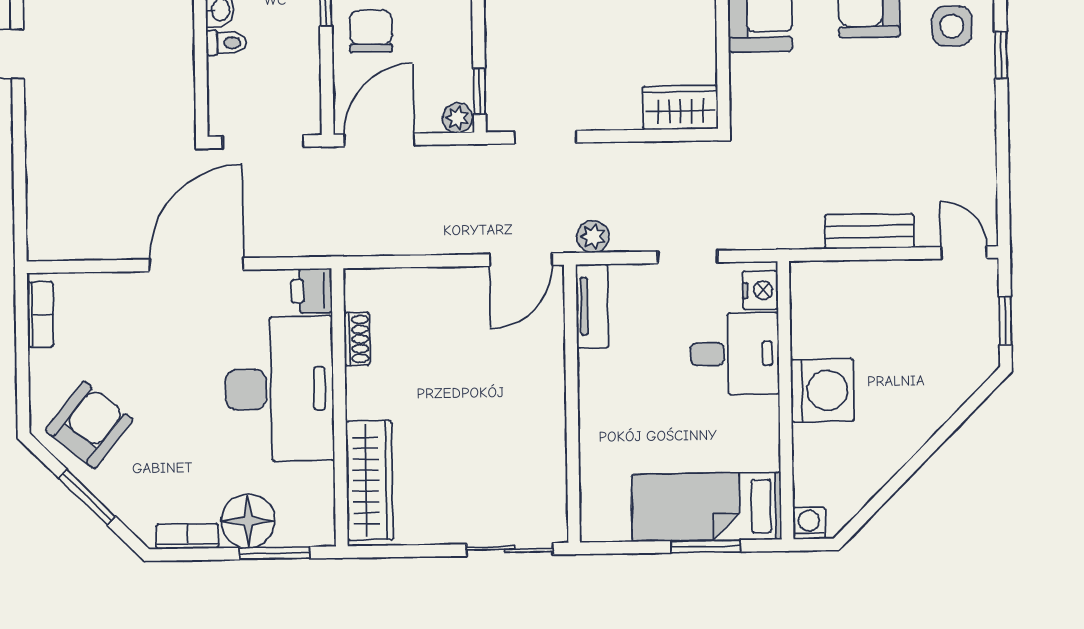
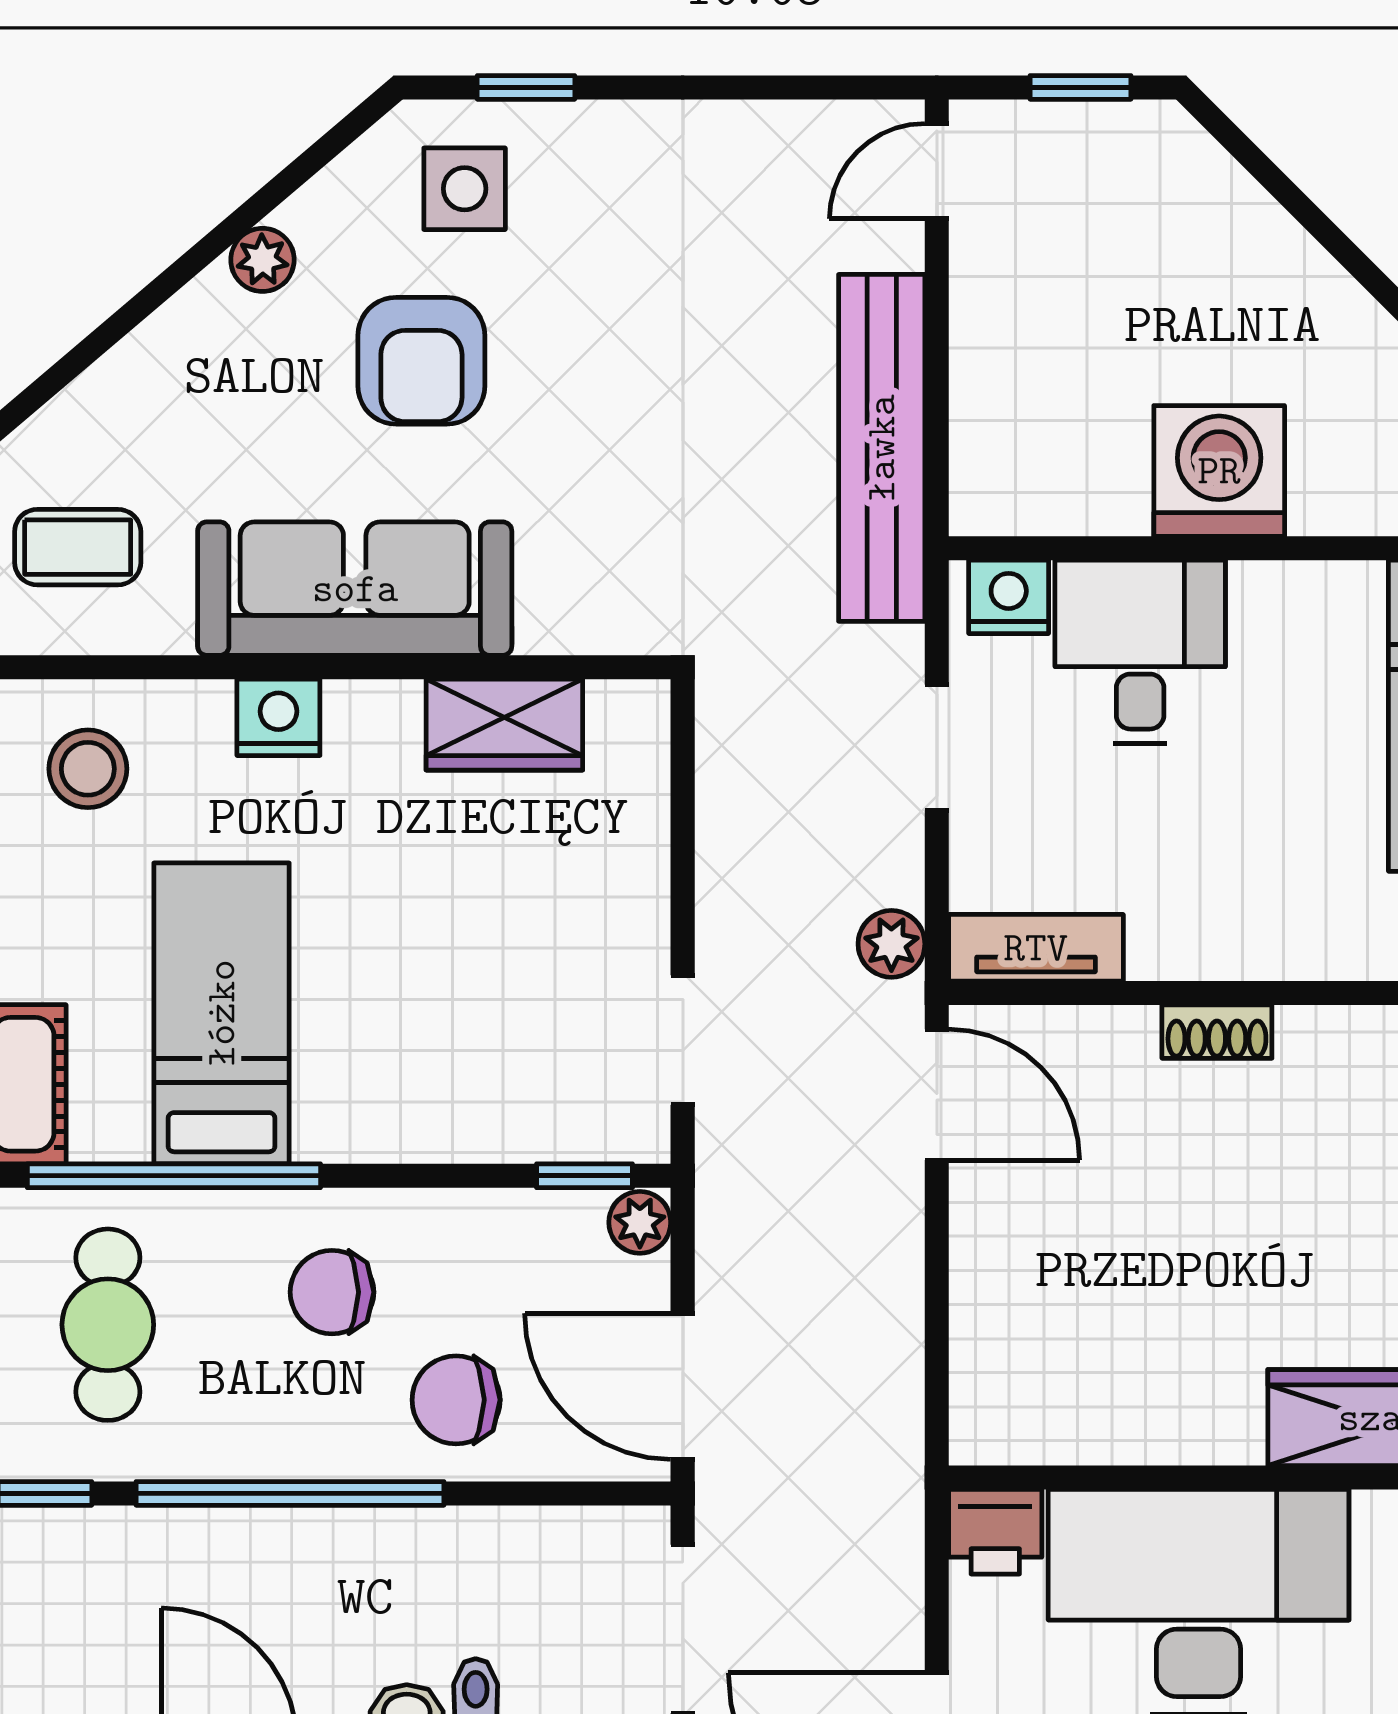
wardrobe: (680, 108) -> (504, 725), moved, turned -90
bench: (869, 231) -> (882, 448), width x1.86, depth x1.21
shoe rack: (357, 339) -> (1217, 1032), moved, turned 180

